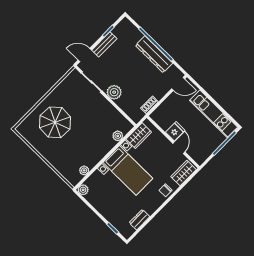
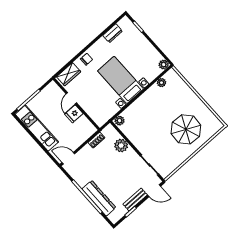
dresser: (154, 54) -> (99, 198), moved
plant: (114, 92) -> (121, 146), moved
plant: (118, 136) -> (119, 121), moved
wardrobe: (139, 136) -> (108, 112), removed

